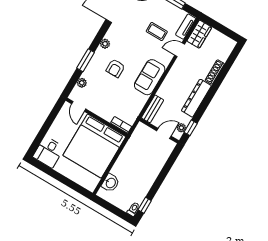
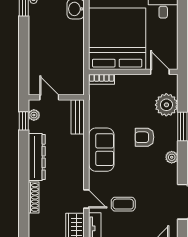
door: (180, 50) -> (86, 199), hinge flipped
armchair: (115, 68) -> (144, 137), turned -90
plant: (82, 83) -> (166, 105), width x1.87, depth x1.87
door: (164, 133) -> (49, 97), swing flipped

